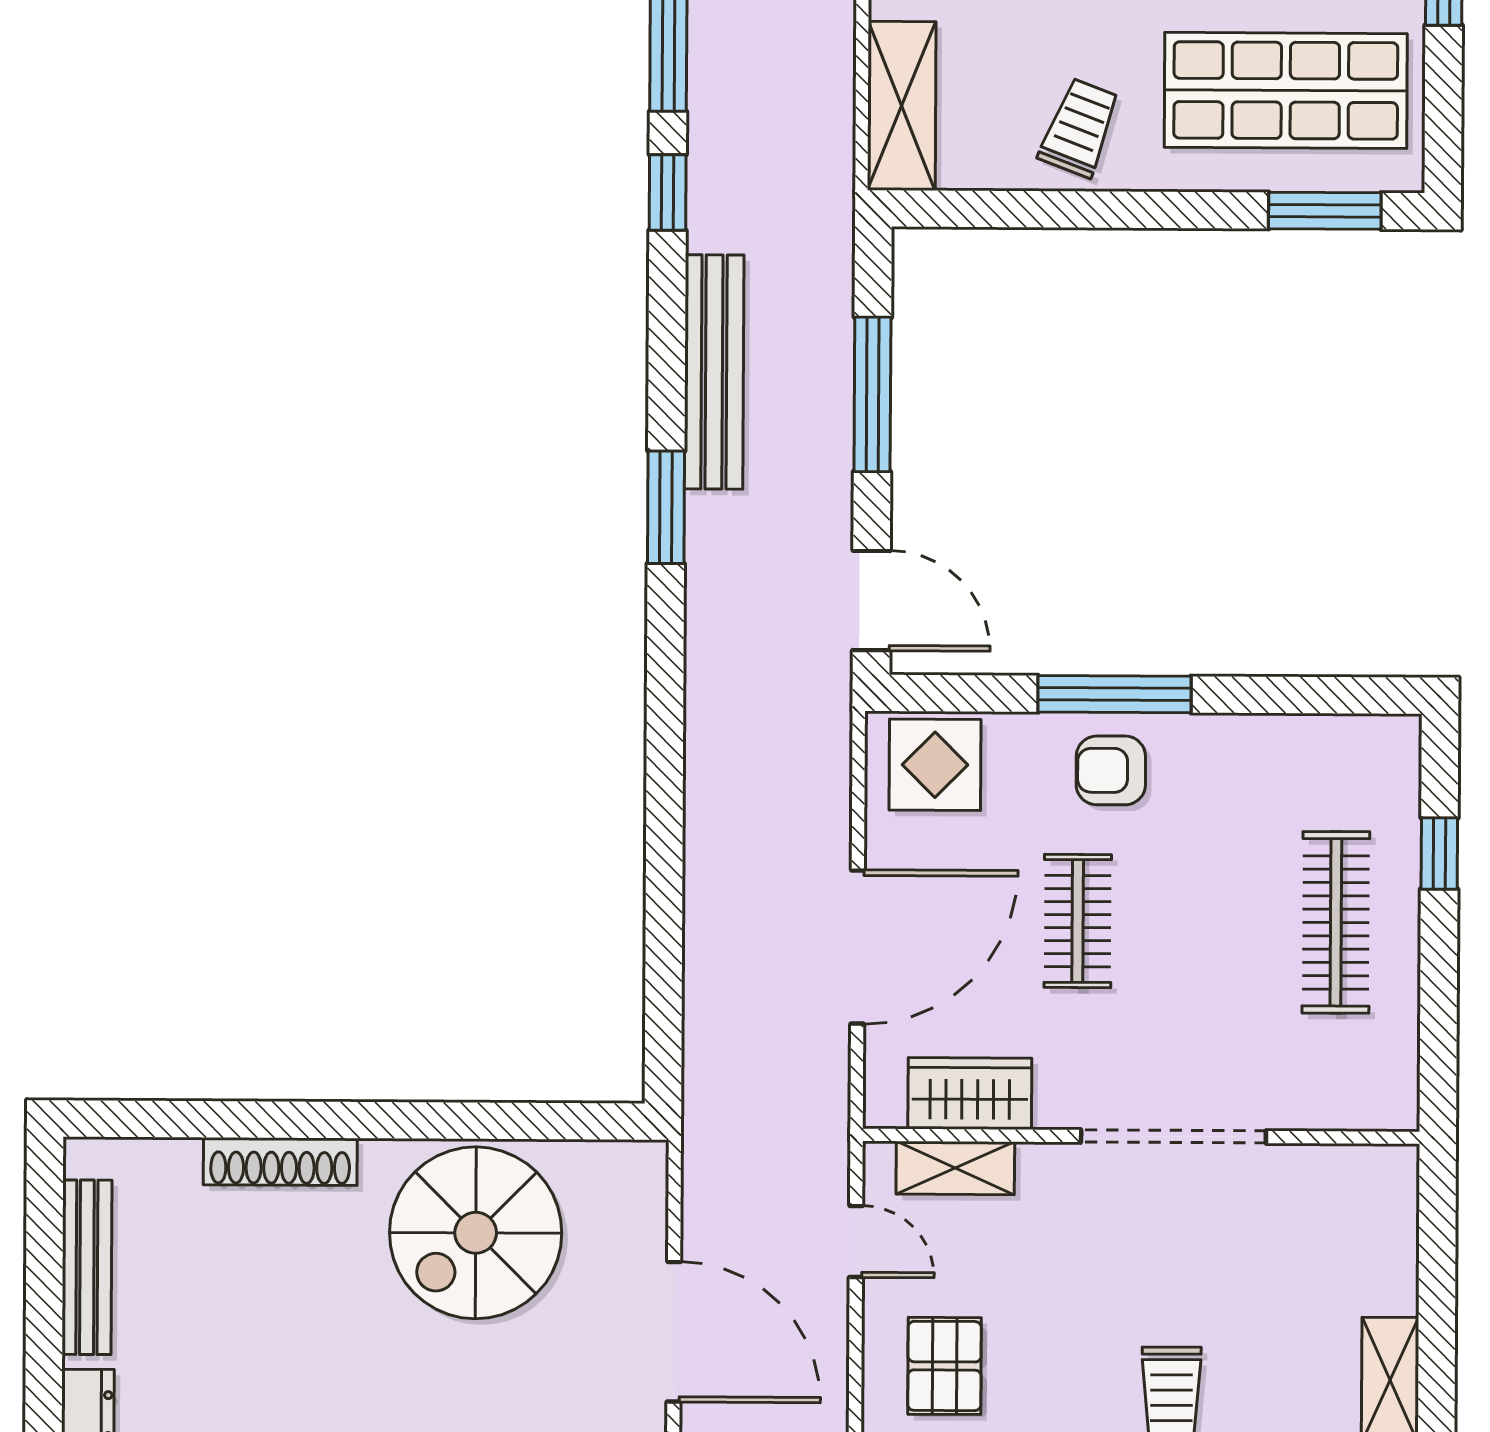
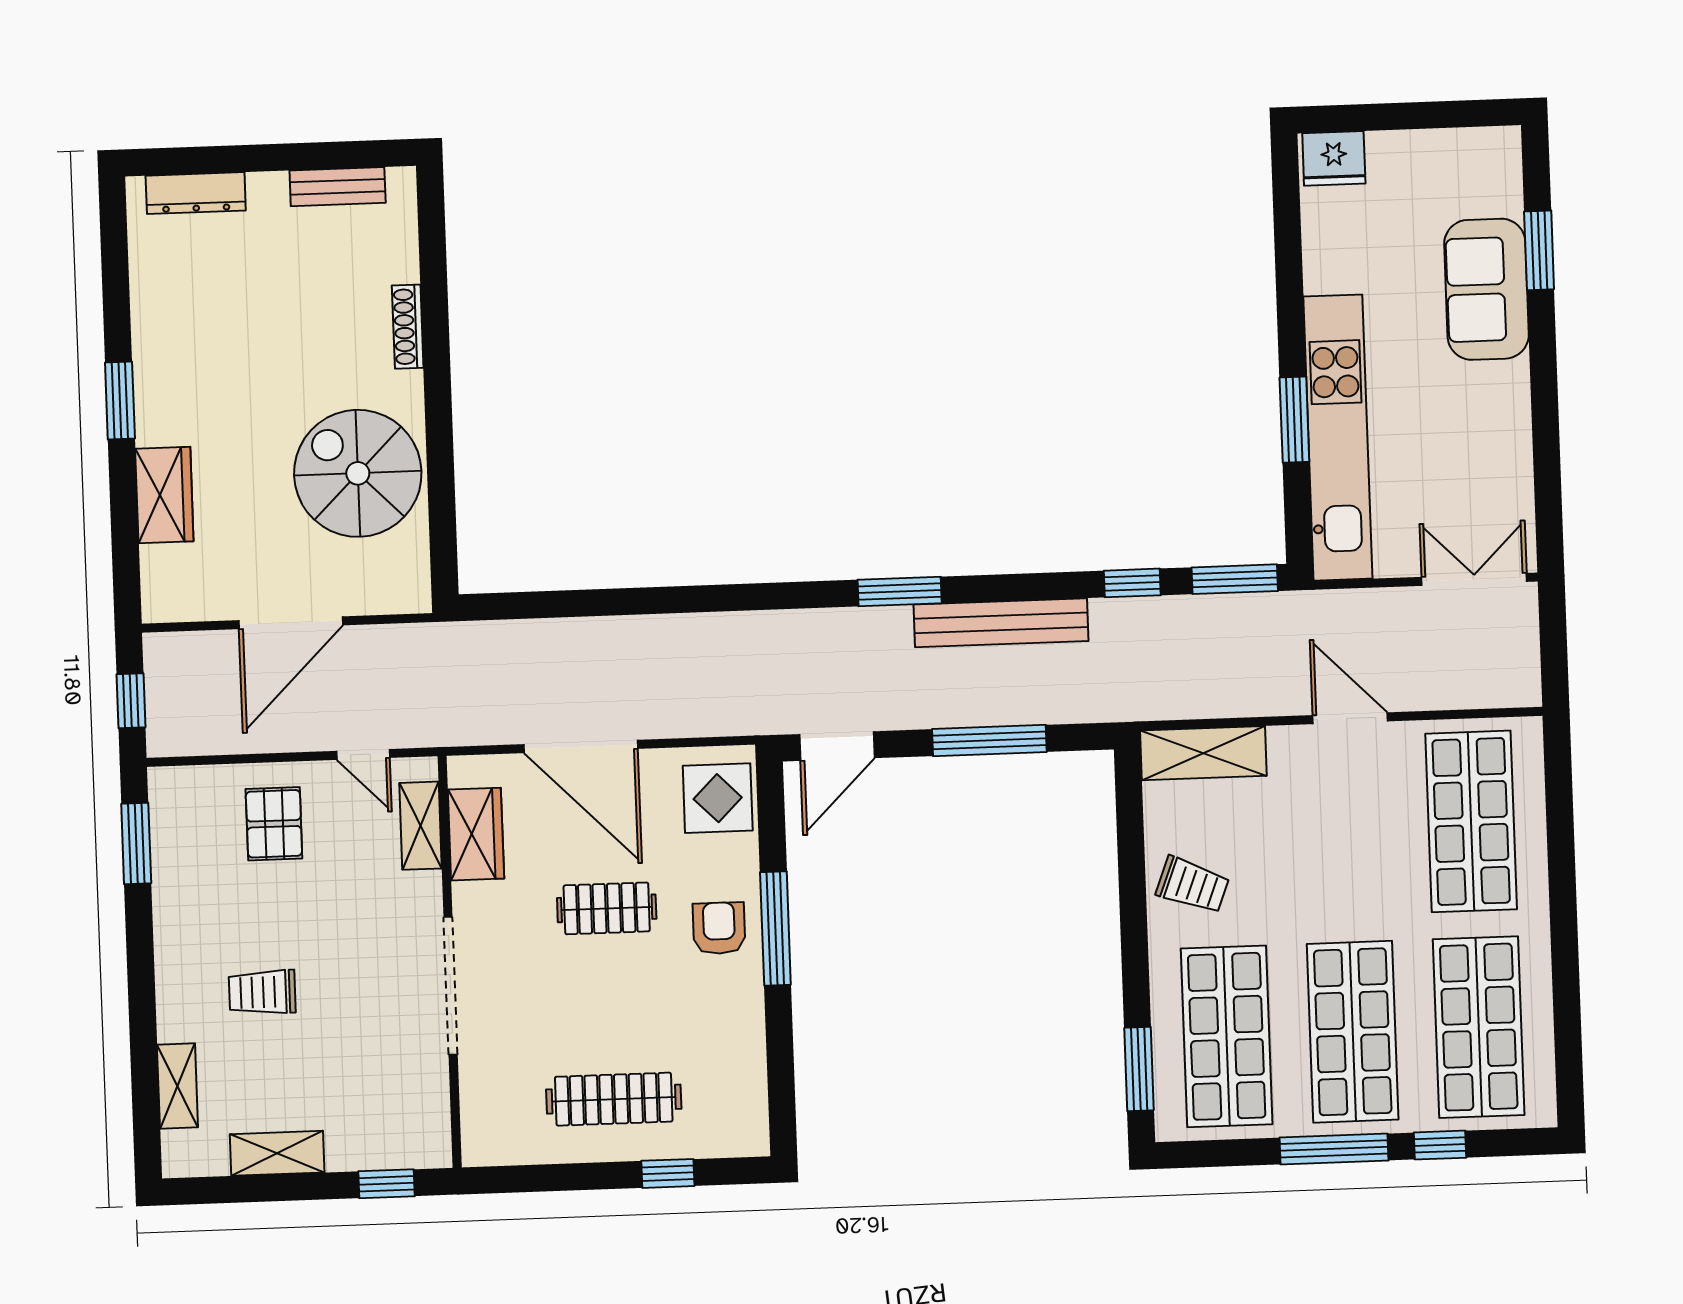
shoe rack: (280, 1162) -> (408, 327), width x0.74, depth x0.81
window: (1437, 1234) -> (387, 1184), added
door: (856, 1241) -> (363, 754), hinge flipped
bench: (87, 1267) -> (338, 187), width x0.73
pallet: (944, 1366) -> (274, 824), turned 90

